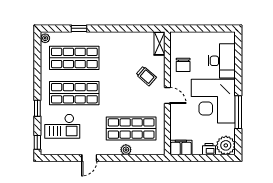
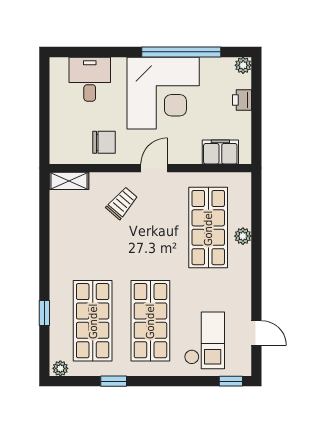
desk: (222, 61) -> (90, 79), width x0.73
window: (37, 108) -> (114, 381), moved
window: (238, 112) -> (181, 52), width x1.46
plant: (226, 145) -> (243, 65), width x0.53, depth x0.53
filing cabinet: (181, 147) -> (220, 152), moved, turned 90
door: (89, 158) -> (256, 333), moved

